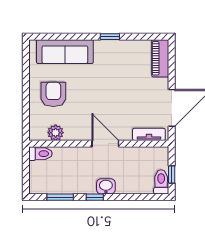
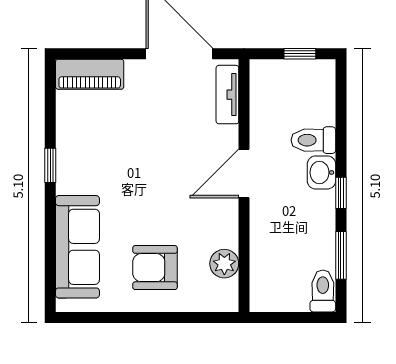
toilet: (40, 154) -> (323, 291), moved
toilet: (161, 182) -> (313, 140), moved

